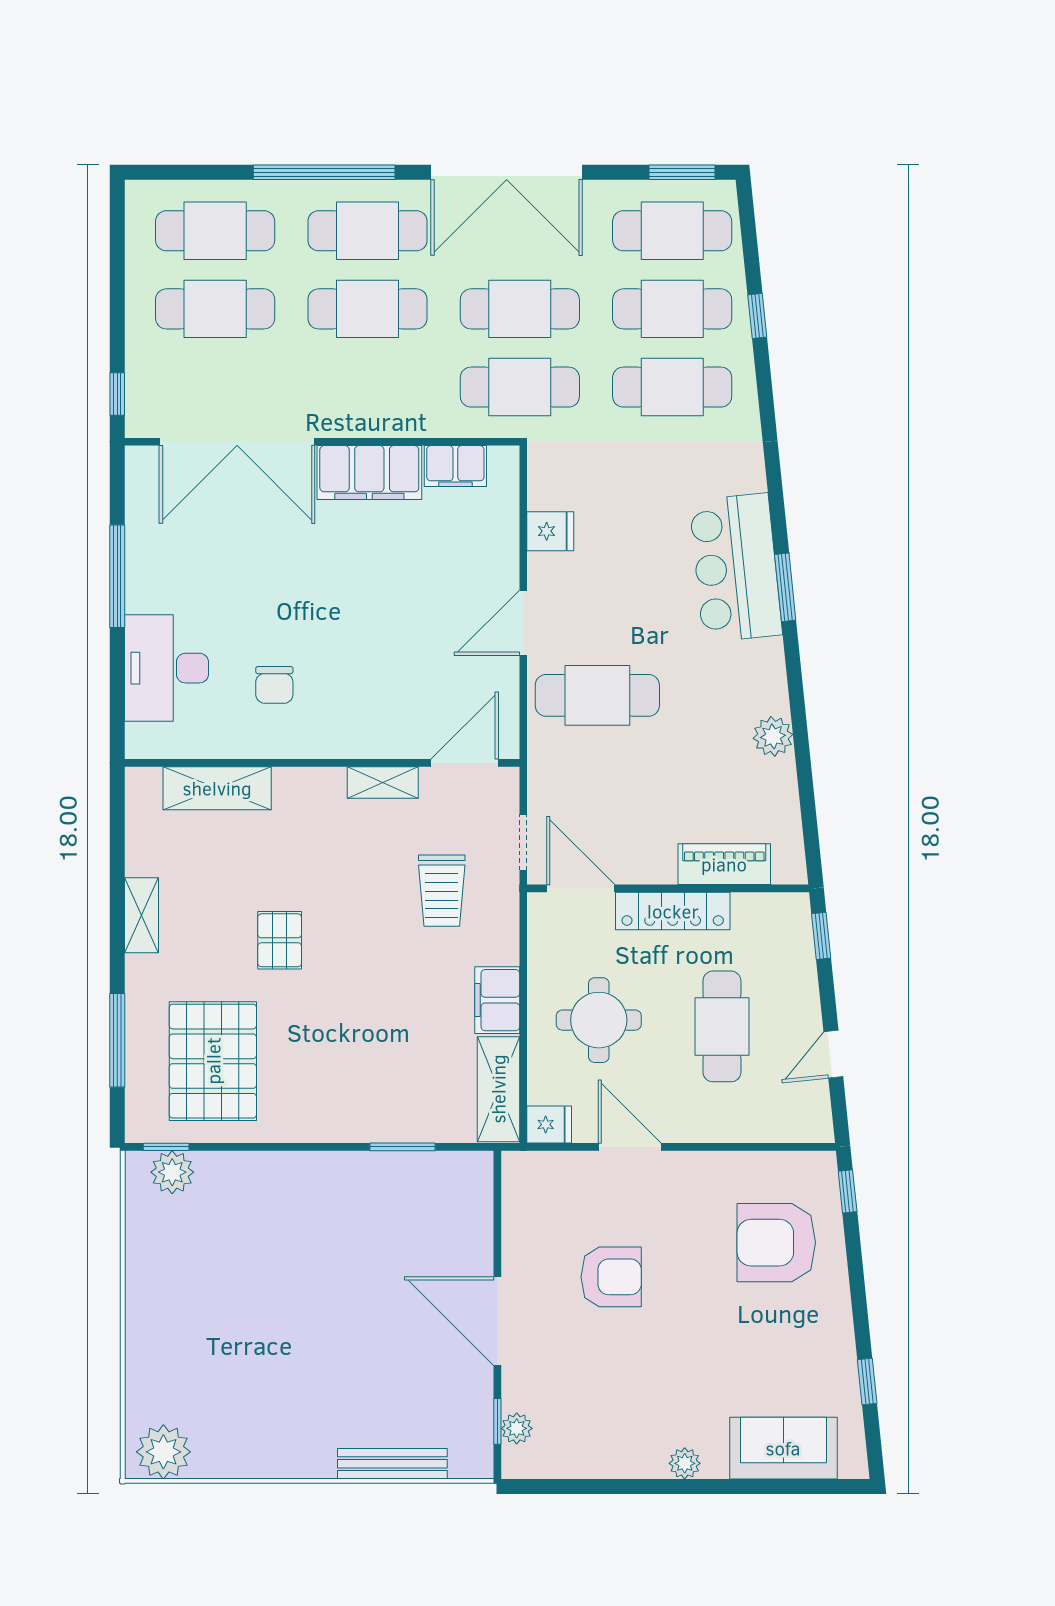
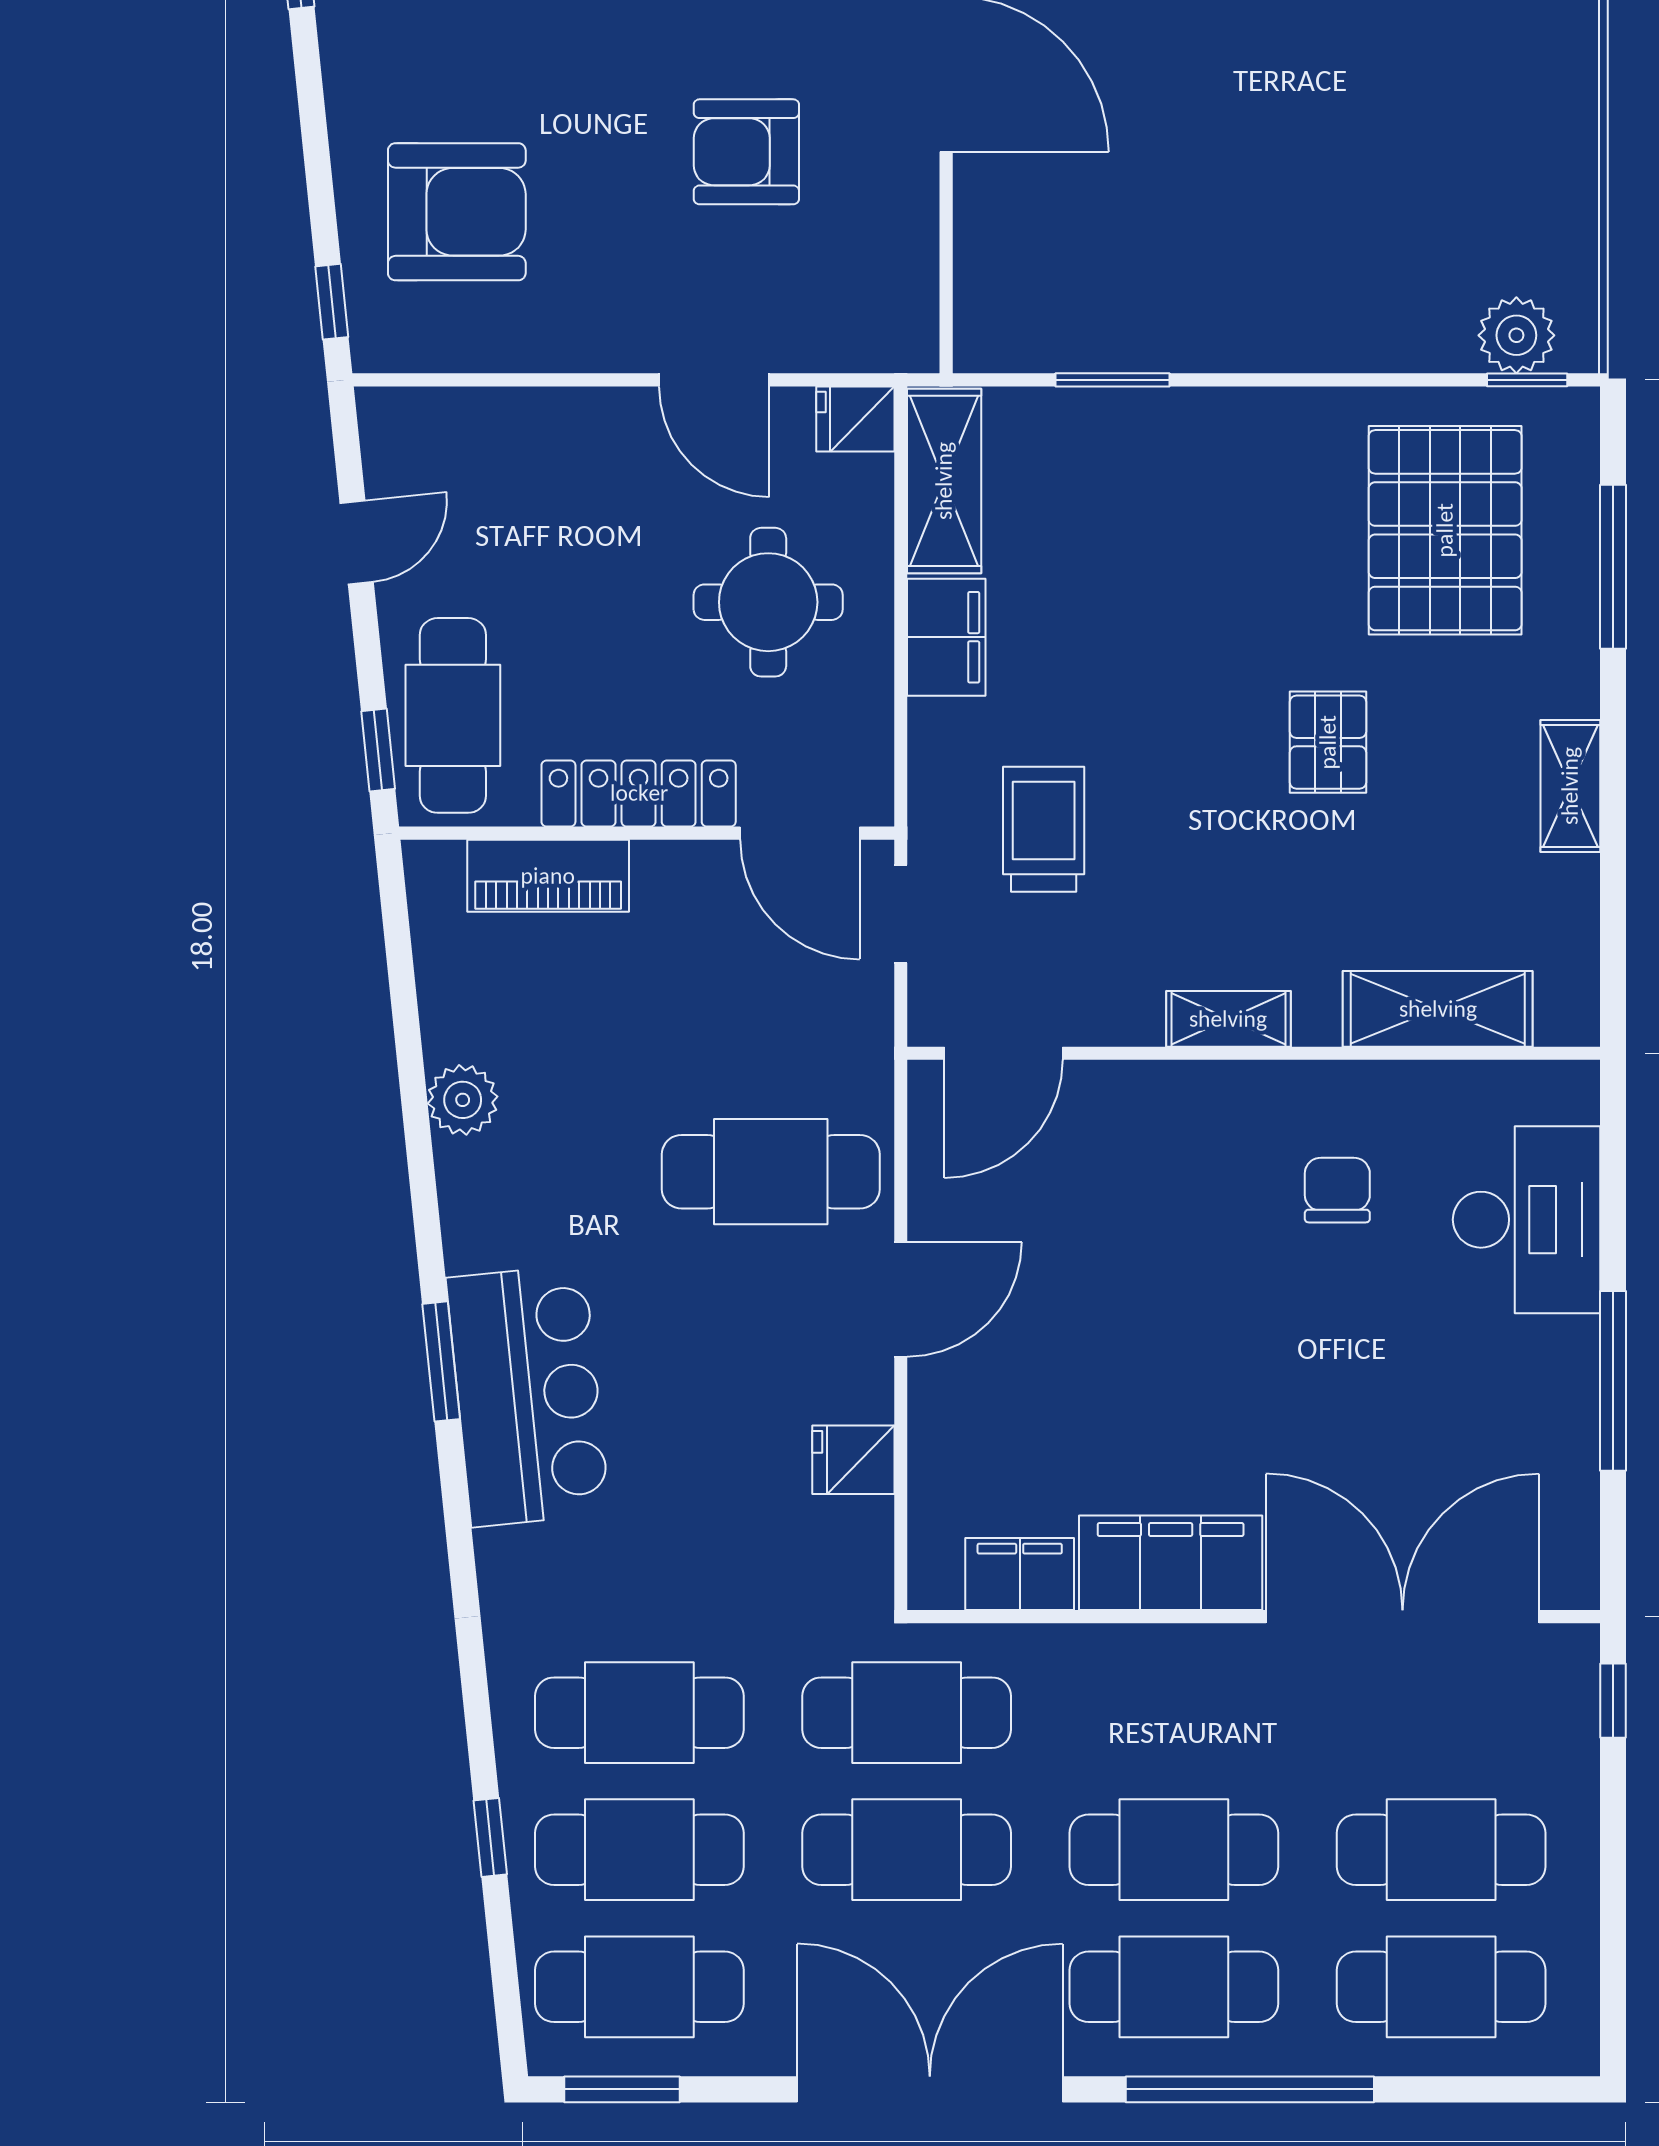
shelving: (383, 783) -> (1228, 1019), moved
cafe table: (722, 1026) -> (453, 715), moved

